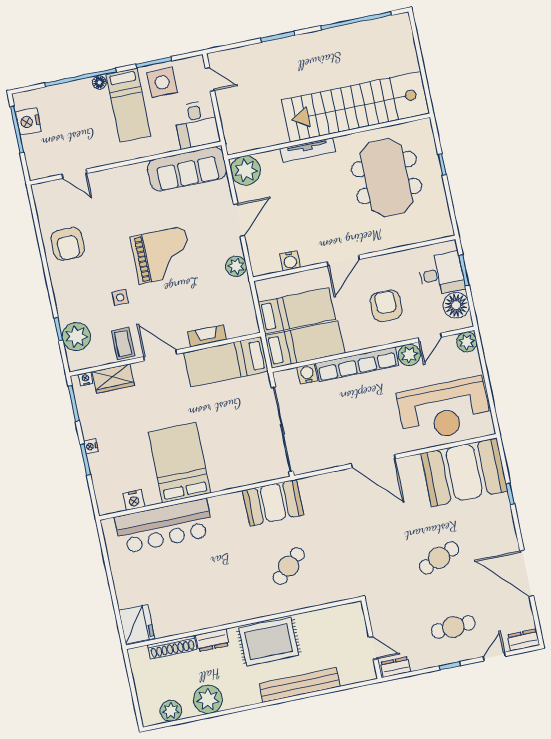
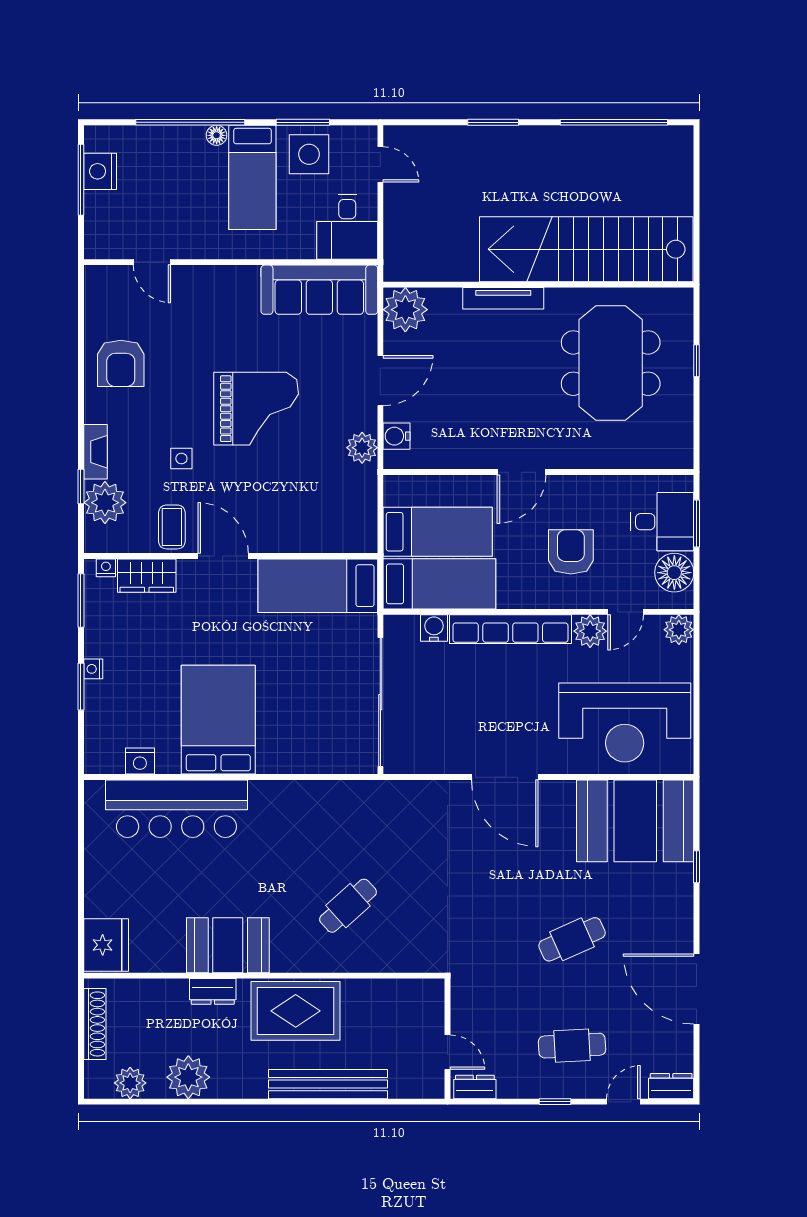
water cooler: (290, 261) -> (396, 436), moved, turned 90
fireplace: (207, 336) -> (95, 452), moved, turned 90
booth: (273, 503) -> (228, 945), moved
shoe rack: (172, 647) -> (95, 1024), moved, turned -90

